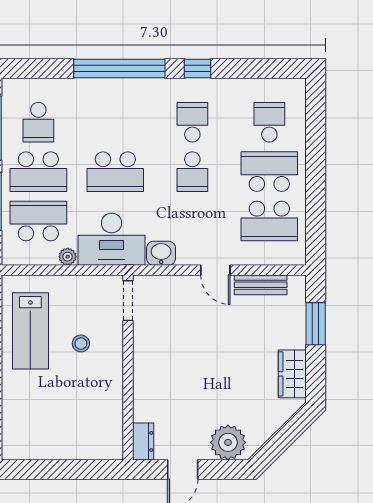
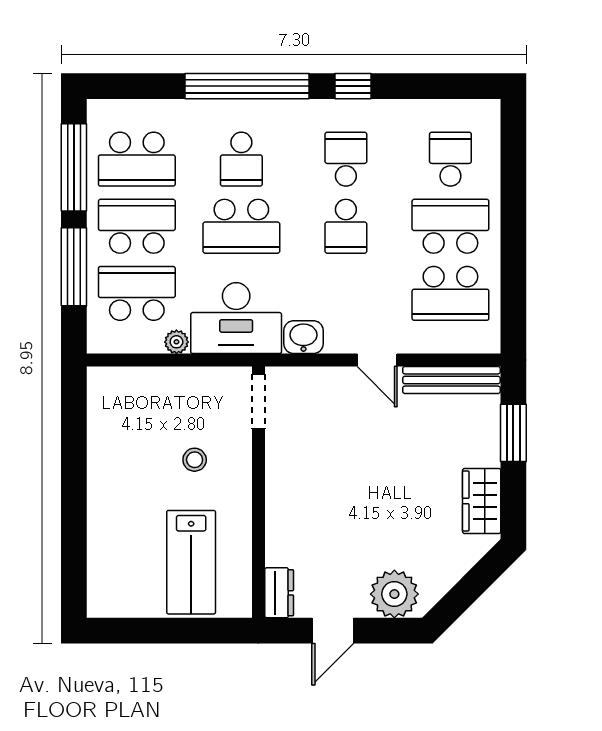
school desk: (38, 122) -> (137, 159), width x1.85
school desk: (115, 122) -> (241, 159), added
school desk: (38, 172) -> (137, 226), turned 180
bench: (261, 285) -> (451, 380), width x1.36
lab bench: (30, 331) -> (191, 562), moved

